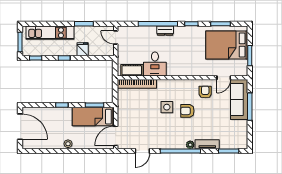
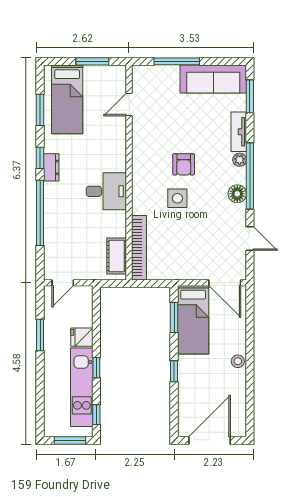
dresser: (165, 31) -> (51, 167), moved
kitchen unit: (50, 33) -> (82, 387), moved, turned 180
bed: (227, 45) -> (67, 99), width x0.67
desk: (155, 64) -> (106, 191), moved
door: (224, 78) -> (129, 105), swing flipped
armchair: (205, 92) -> (152, 135), removed
sofa: (239, 99) -> (213, 79), moved
floor lamp: (170, 143) -> (237, 194), added

